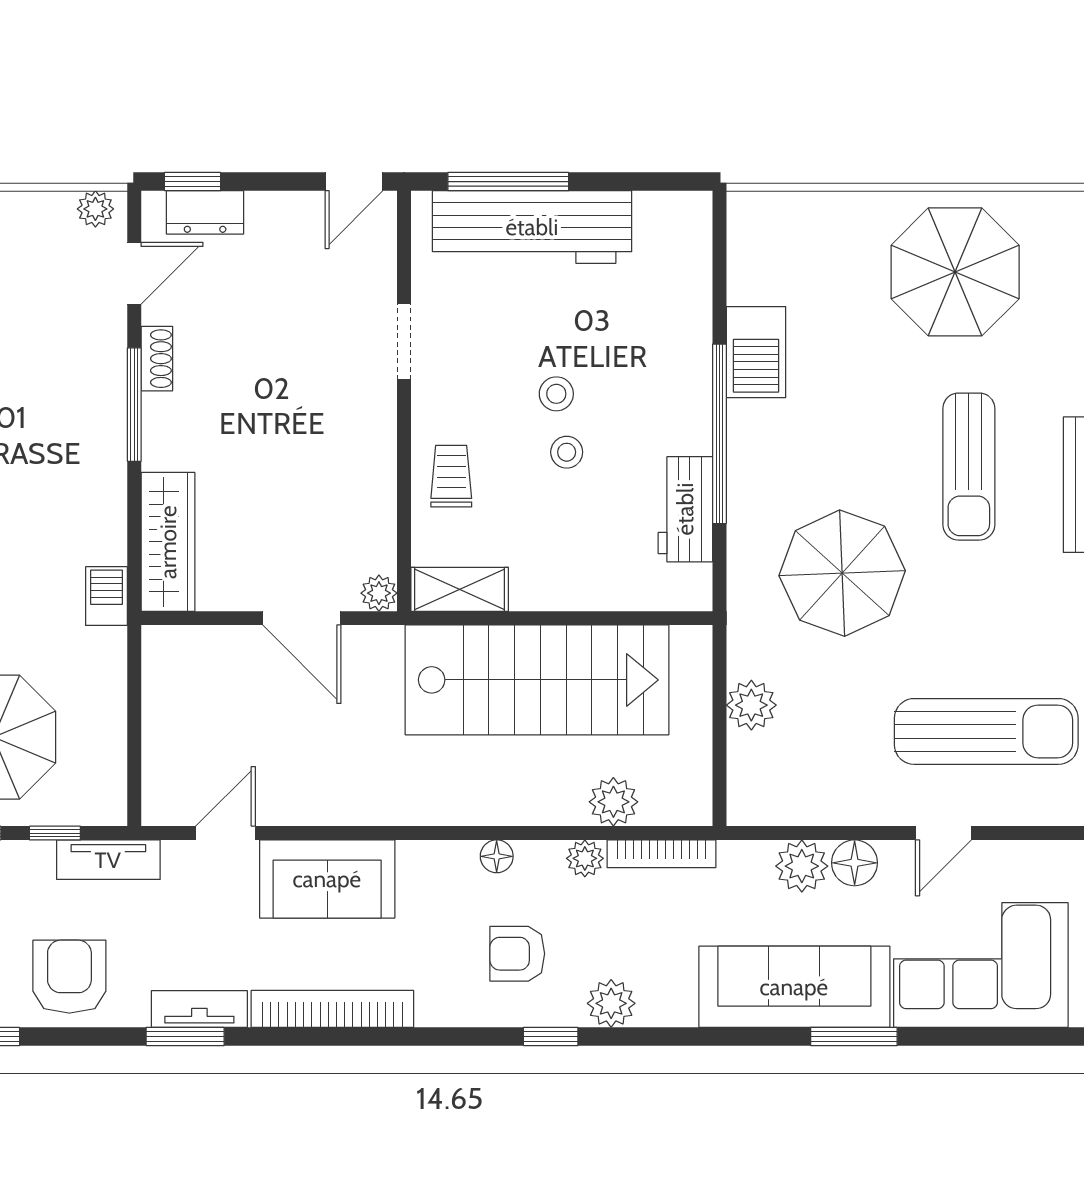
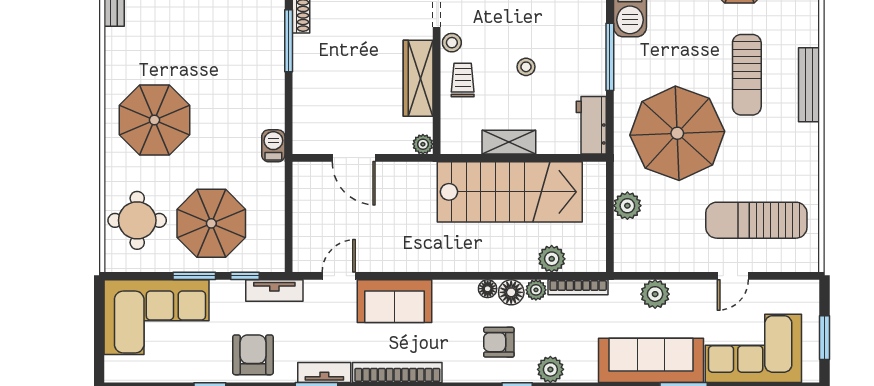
stool: (556, 394) -> (452, 43), moved
window: (719, 434) -> (610, 57), width x0.68
workbench: (685, 509) -> (591, 125), moved
wardrobe: (168, 542) -> (418, 78), moved, turned 180
parasol: (842, 573) -> (677, 133), width x1.36, depth x1.36
shelving: (460, 589) -> (509, 142), moved
door: (302, 618) -> (354, 158), moved
sun lounger: (986, 731) -> (756, 220), turned 180
floor lamp: (855, 863) -> (511, 292), moved

